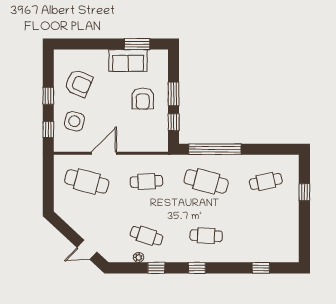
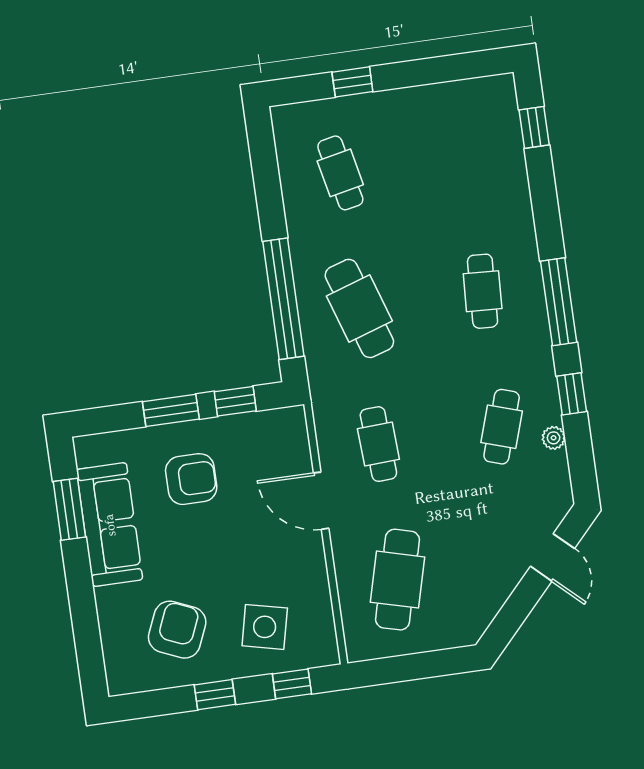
sofa: (128, 60) -> (110, 525), width x1.36
door: (104, 153) -> (321, 501), moved
cafe table: (206, 181) -> (359, 308), turned -33
window: (197, 268) -> (559, 302), width x2.17
window: (261, 268) -> (534, 127), moved

